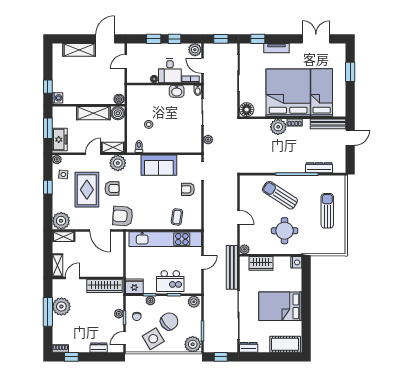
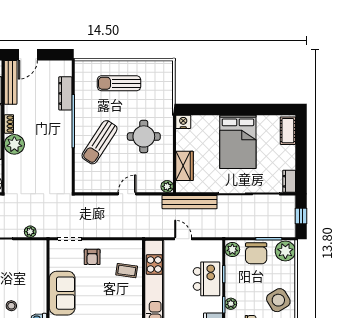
door: (350, 138) -> (28, 55), swing flipped
chair: (169, 321) -> (256, 253), moved, turned -140
cot: (285, 344) -> (288, 131), width x0.73, depth x0.75

